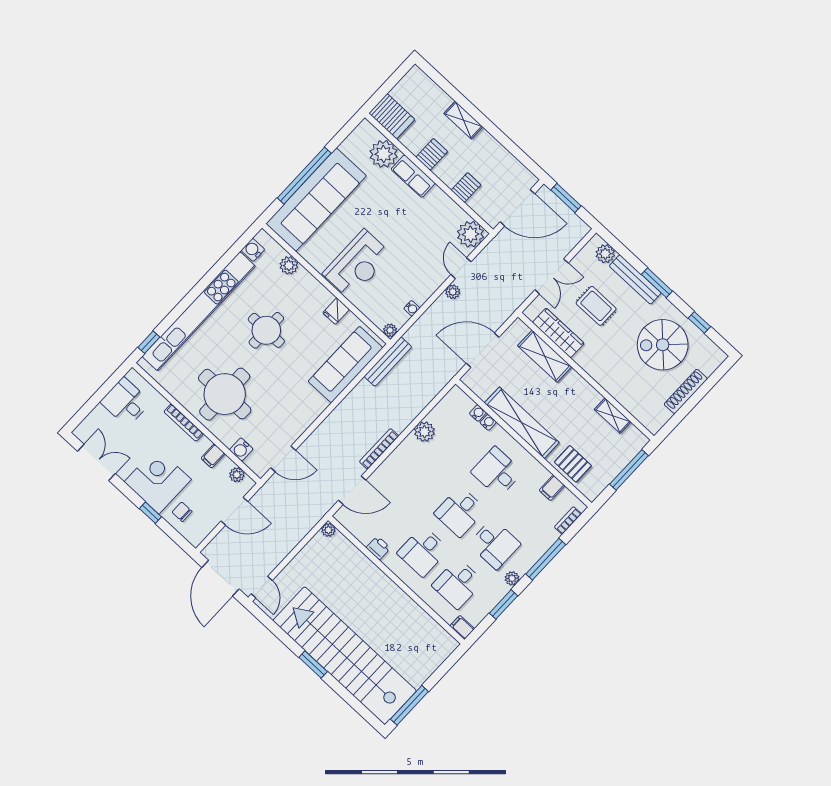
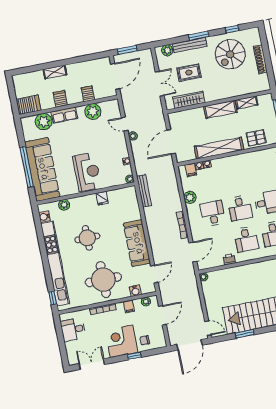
plant: (470, 234) -> (93, 112), moved
shelving: (545, 356) -> (220, 109), moved
sofa: (345, 365) -> (137, 243), moved
desk: (497, 472) -> (213, 213), moved, turned 90
filing cabinet: (552, 488) -> (191, 170), moved
door: (221, 578) -> (190, 345), hinge flipped
window: (313, 664) -> (245, 334), moved

